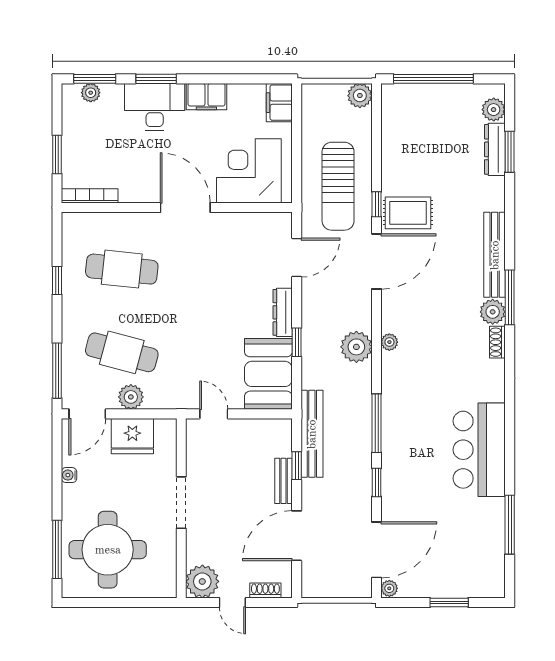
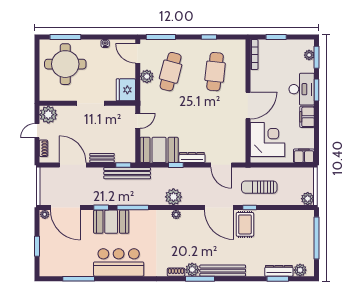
sun lounger: (338, 186) -> (259, 187), width x0.73, depth x0.75
fridge: (132, 436) -> (126, 90), moved
booth: (403, 464) -> (111, 222), added
window: (297, 466) -> (123, 165), moved

